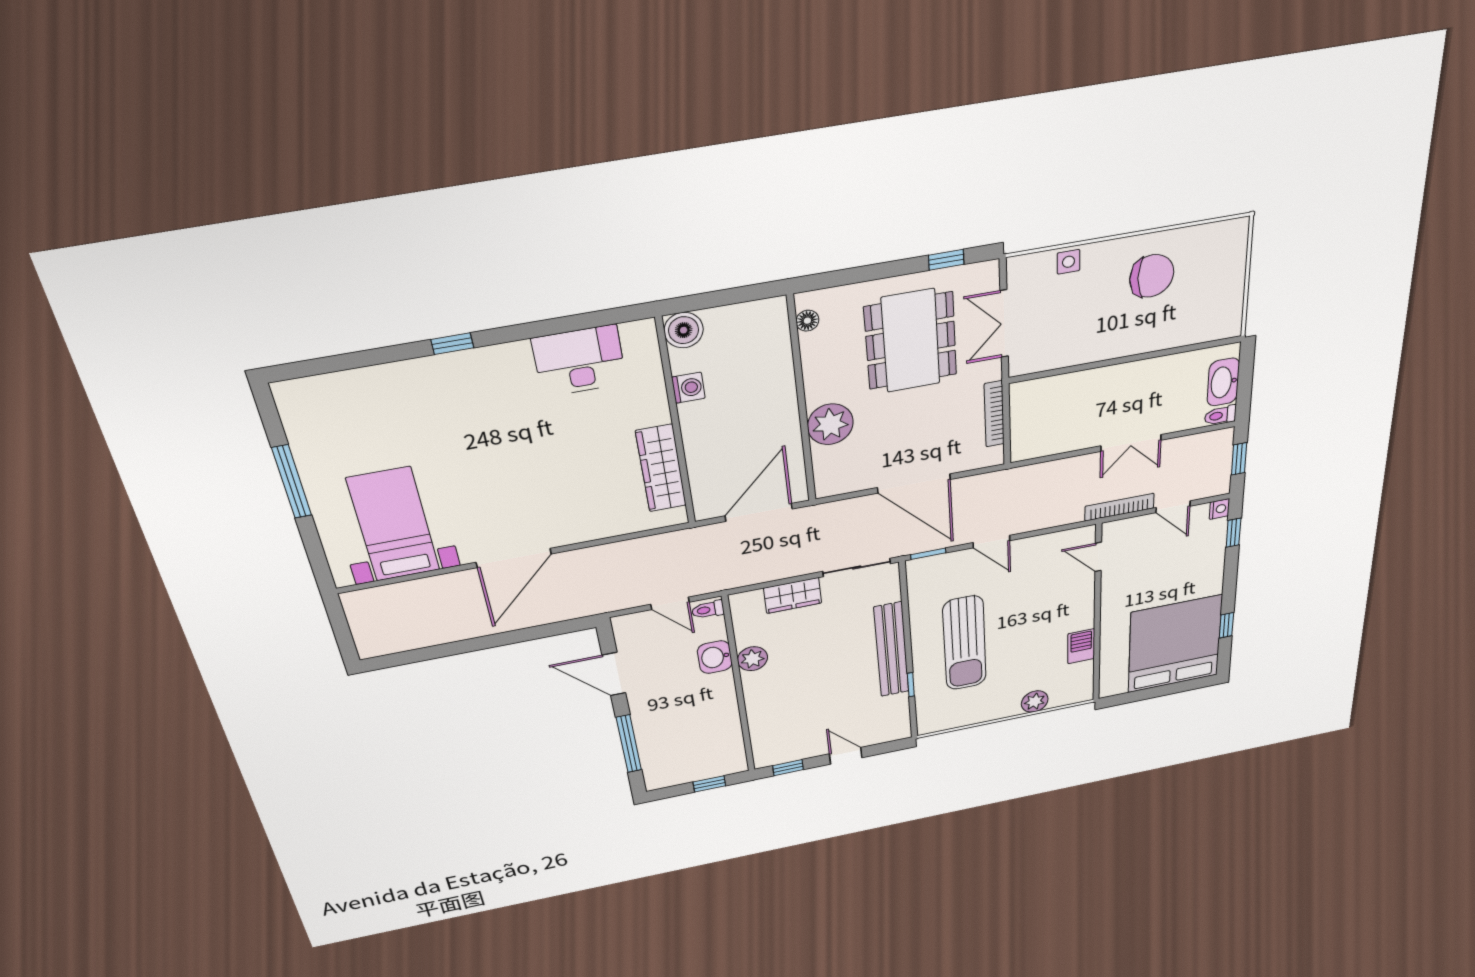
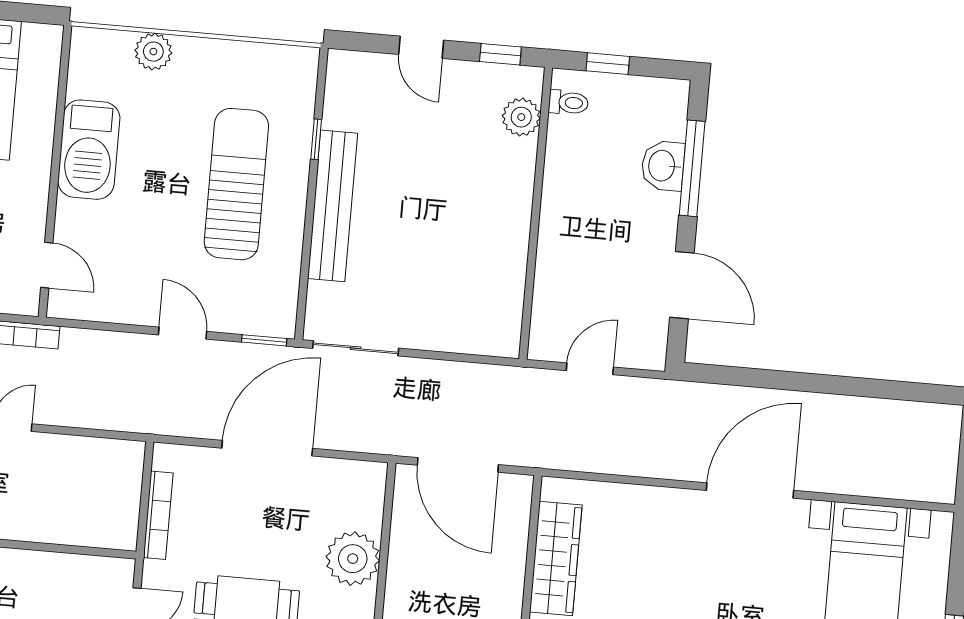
door: (914, 483) -> (267, 448), hinge flipped
door: (759, 512) -> (458, 465), hinge flipped
wardrobe: (793, 596) -> (441, 332), removed
door: (670, 603) -> (590, 369), hinge flipped
toilet: (708, 610) -> (568, 103), moved
barbecue: (1081, 646) -> (89, 150), width x1.88, depth x1.53
washbasin: (715, 657) -> (663, 166), moved, turned 180
plant: (752, 659) -> (521, 117), moved

